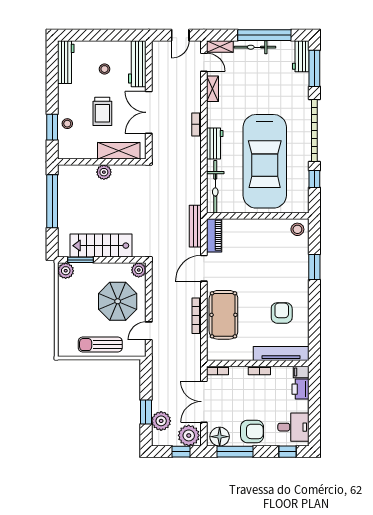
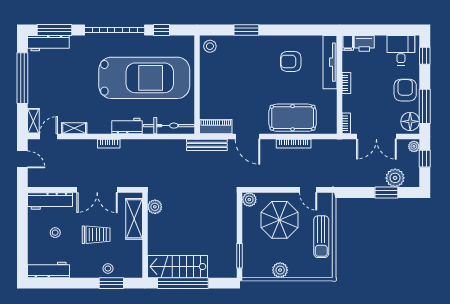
bicycle: (255, 47) -> (34, 87), removed
workbench: (301, 56) -> (48, 43), width x1.38
plant: (104, 172) -> (155, 207), moved
stairs: (101, 246) -> (177, 267), moved, turned 90
plant: (66, 271) -> (280, 270), moved
plant: (189, 435) -> (414, 146), width x0.53, depth x0.53

